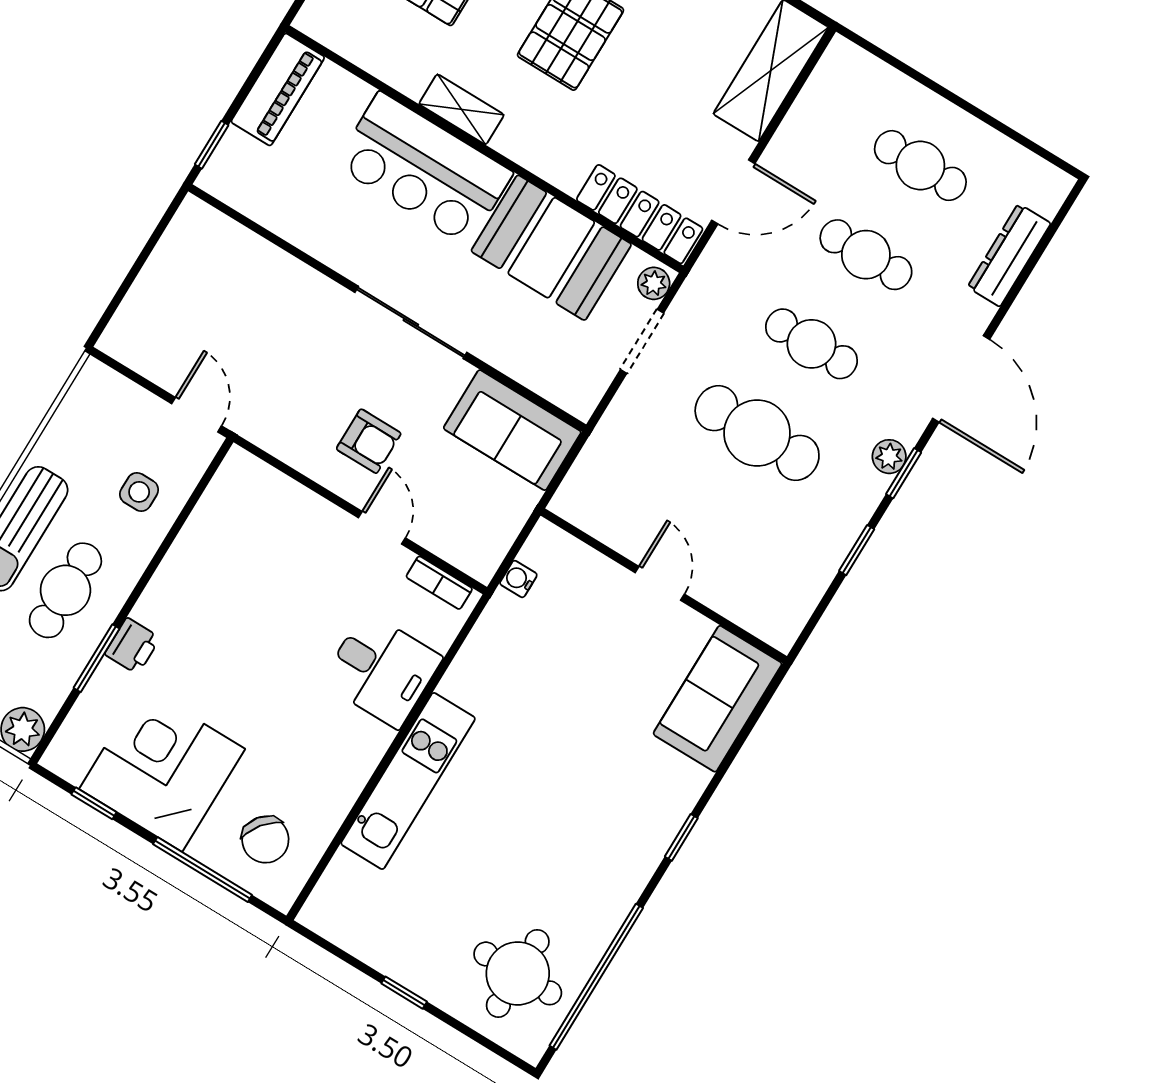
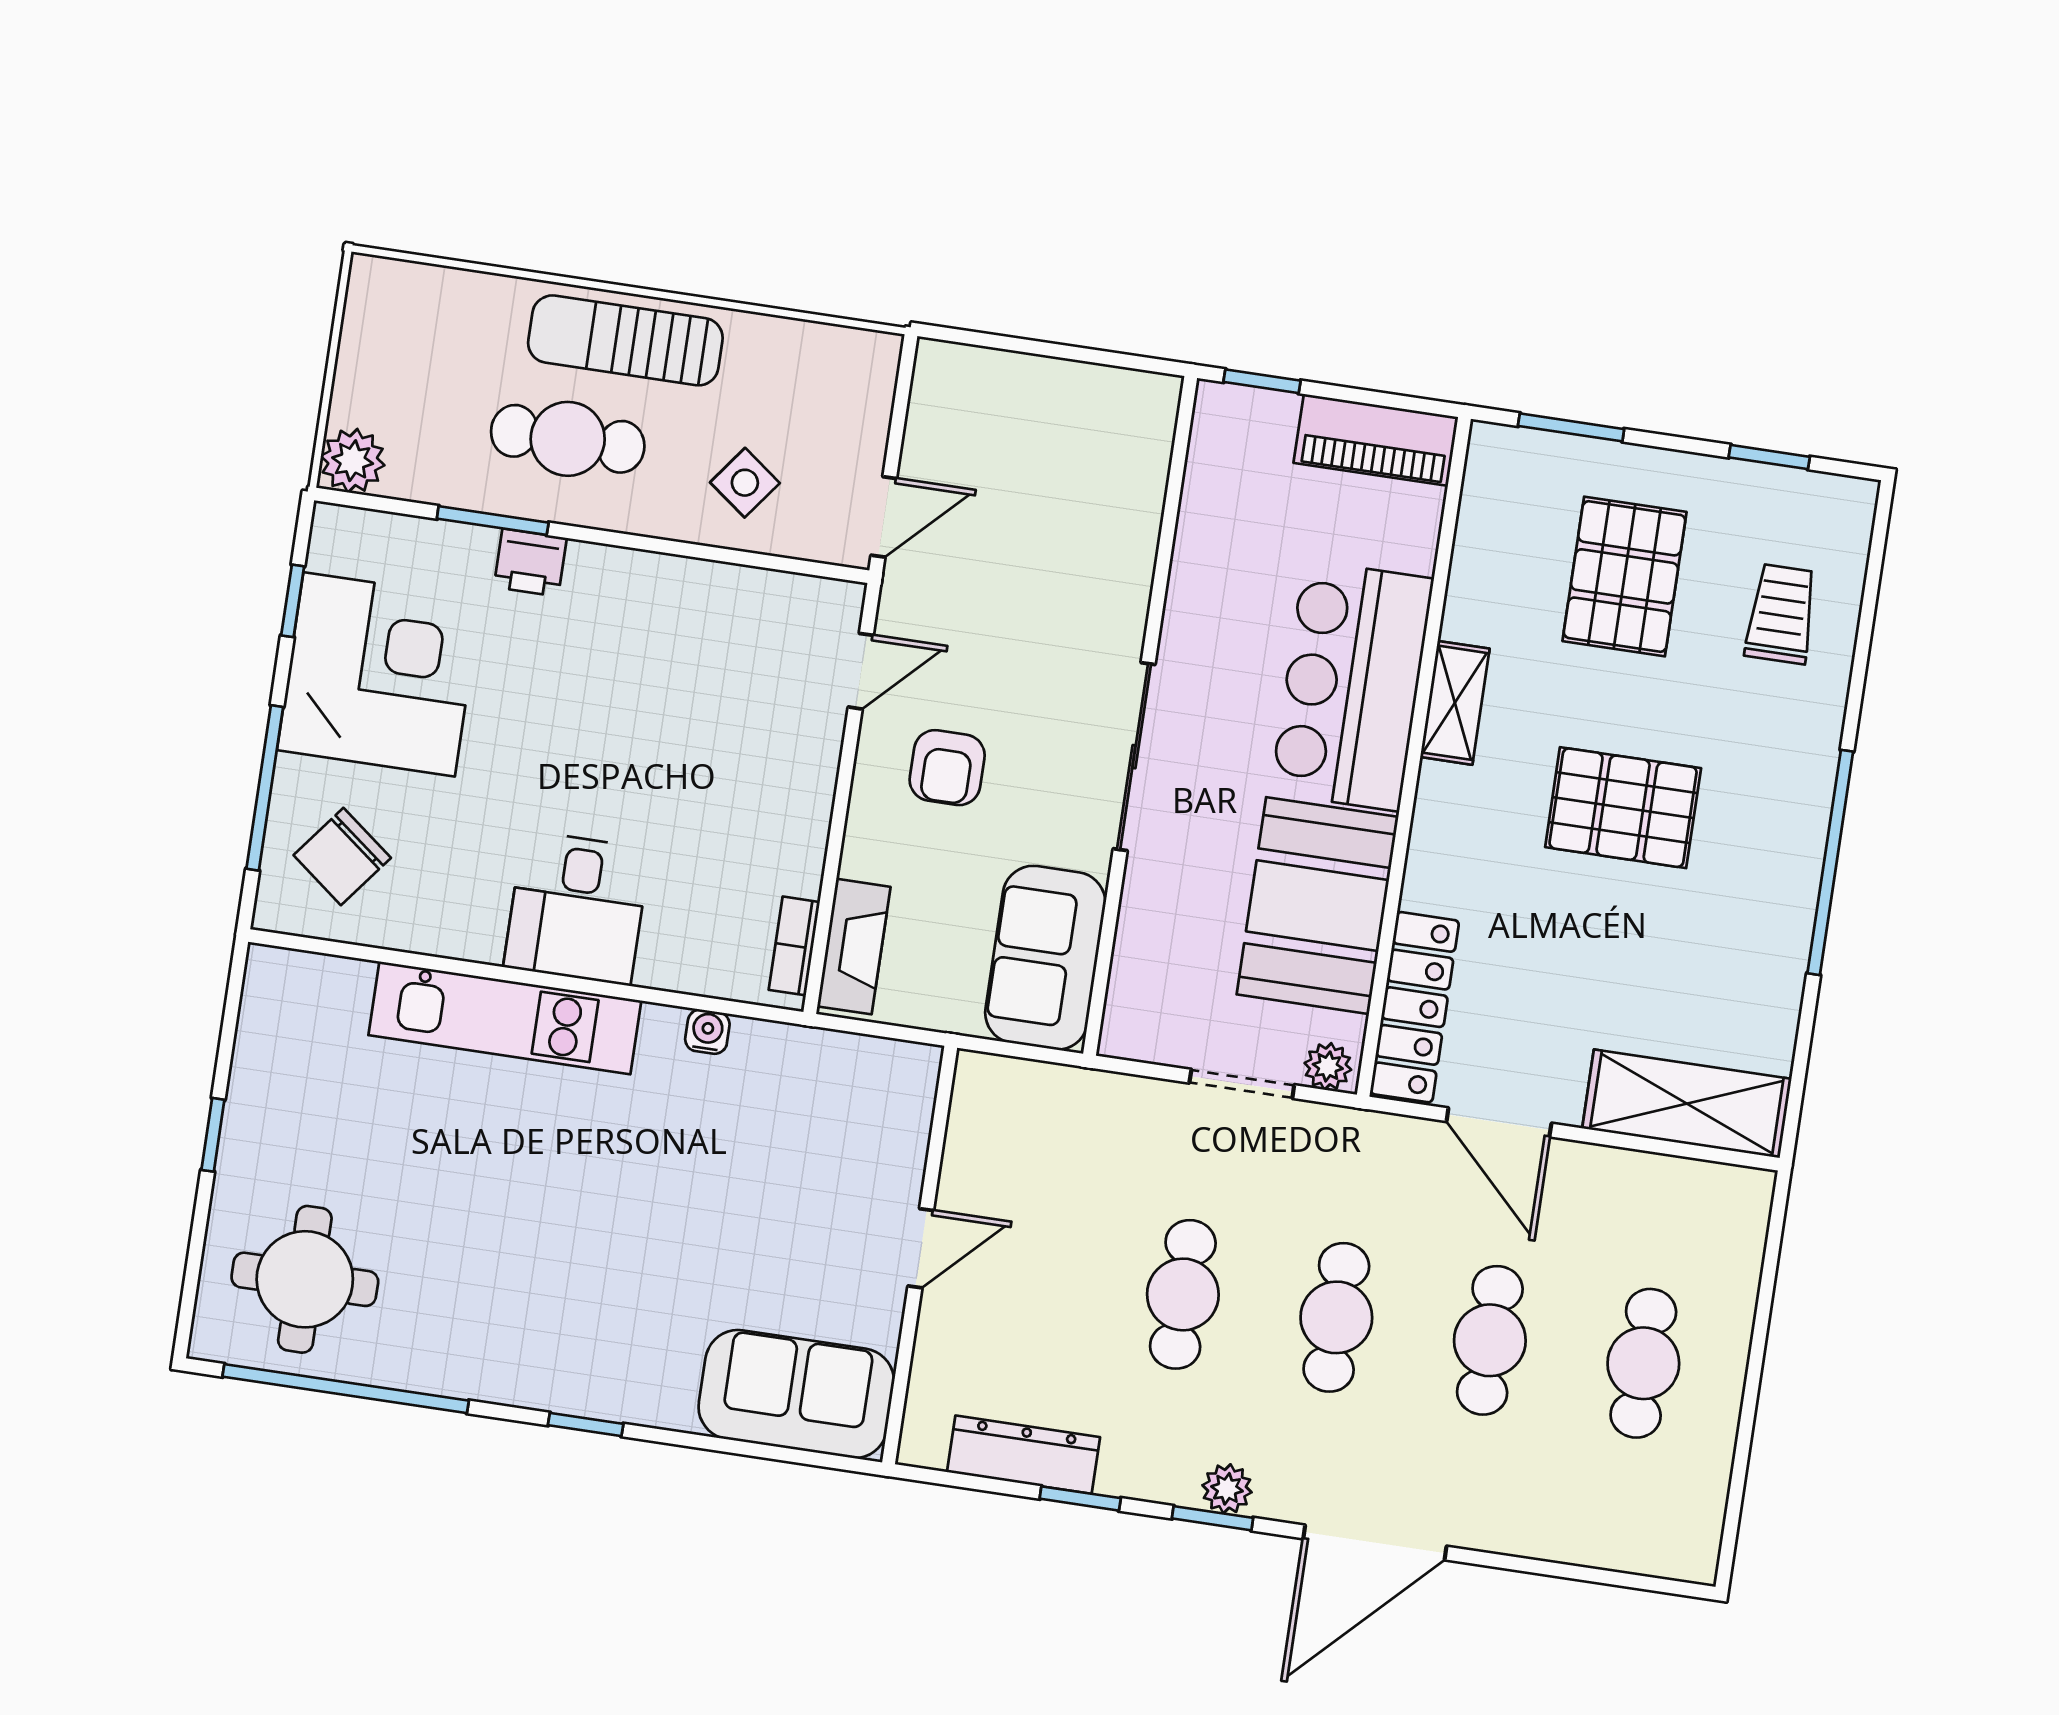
dresser: (1009, 255) -> (1023, 1455), moved
cafe table: (757, 433) -> (1183, 1294), width x0.73, depth x0.74
side table: (139, 492) -> (745, 483), turned 37
door: (382, 528) -> (861, 671), moved
fireplace: (455, 546) -> (854, 947), added
water cooler: (518, 579) -> (707, 1032), moved
desk: (382, 670) -> (577, 908), moved

